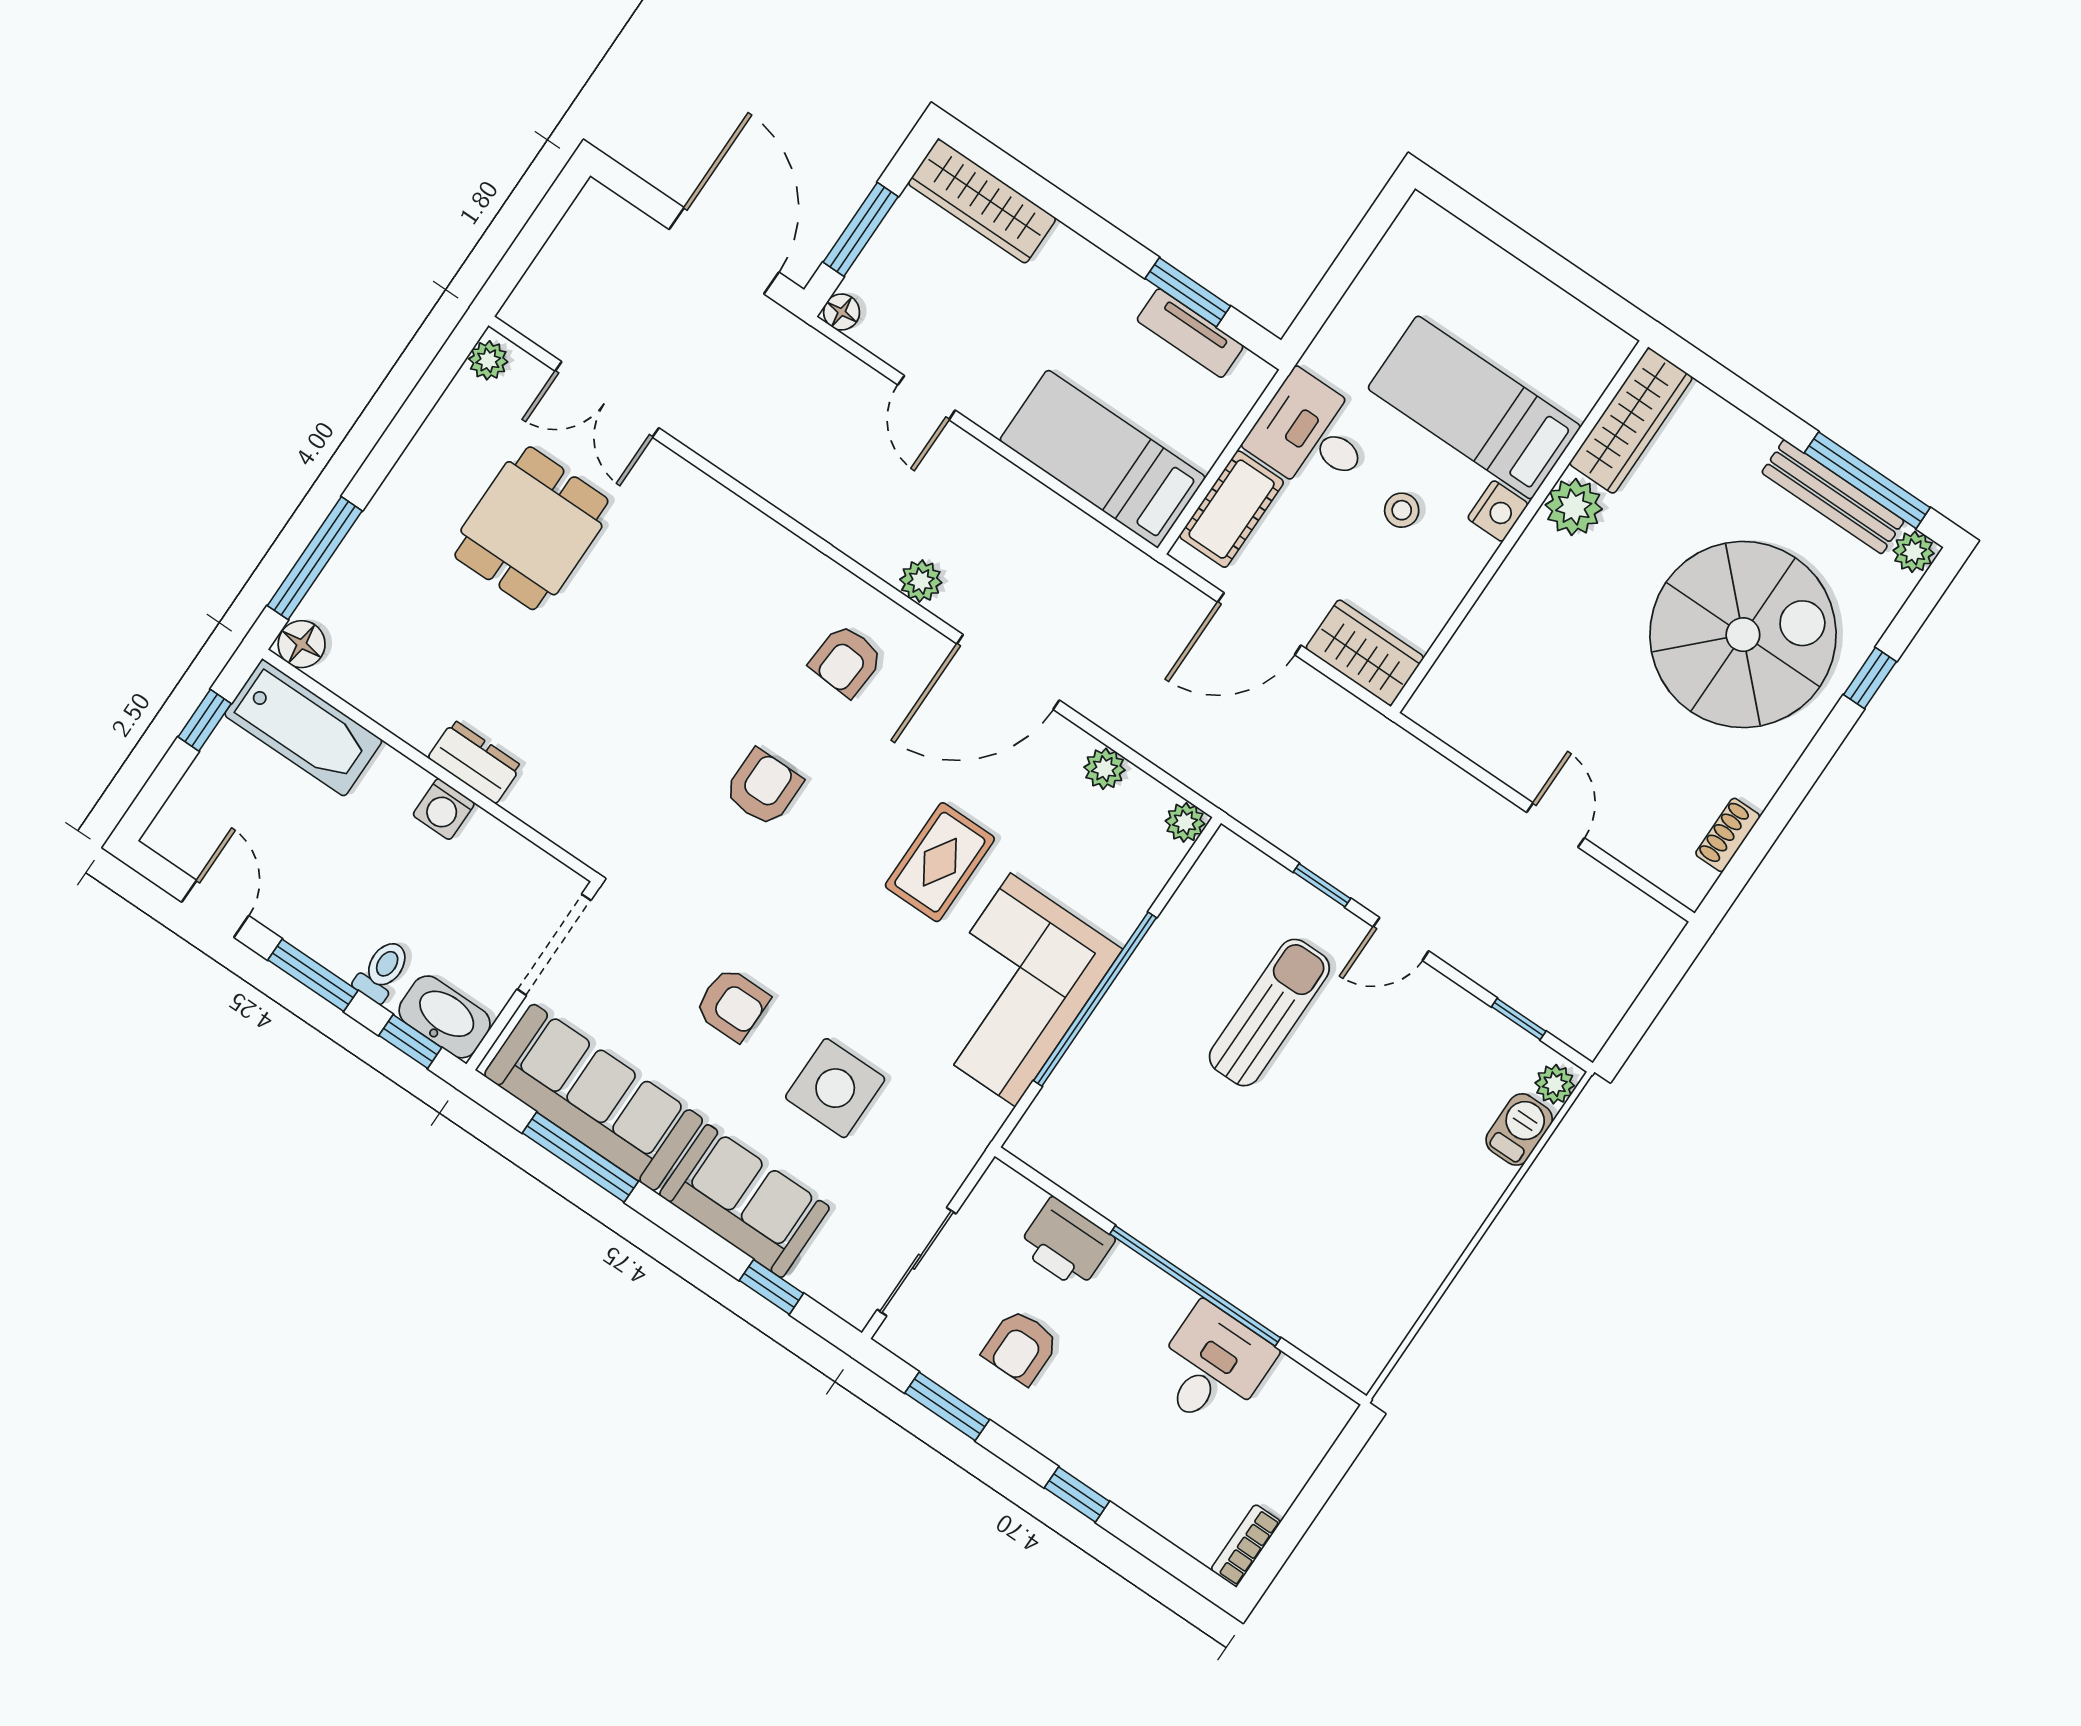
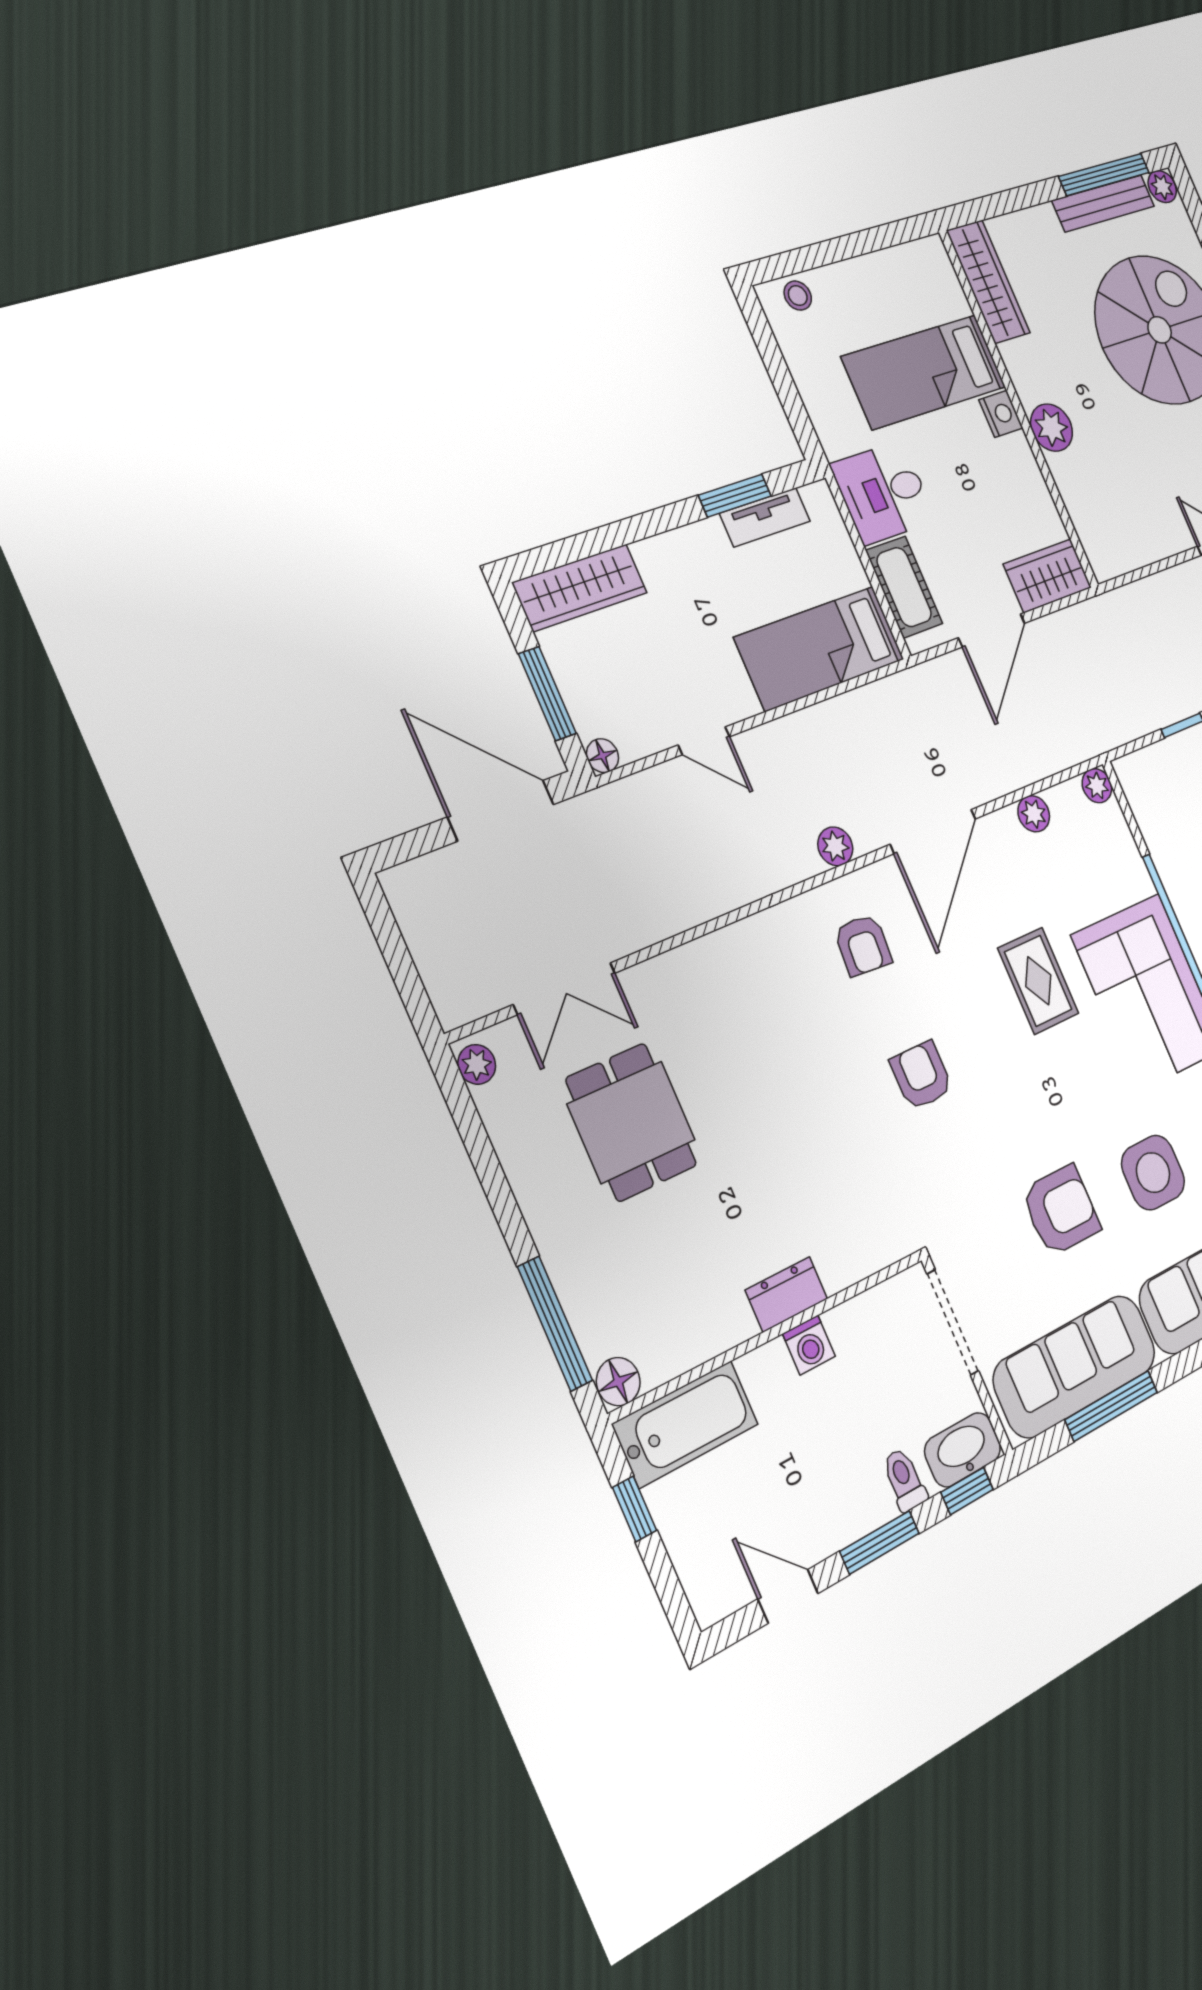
plant: (1574, 507) -> (1052, 428), moved
stool: (1402, 510) -> (798, 296), moved
armchair: (732, 1004) -> (1061, 1210), width x1.38, depth x1.38

